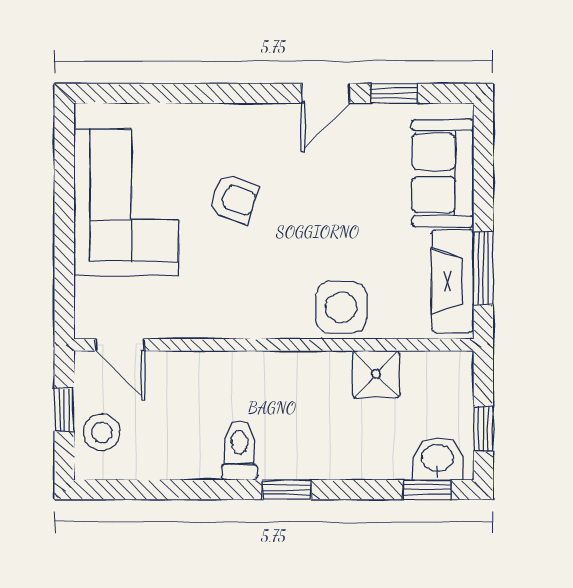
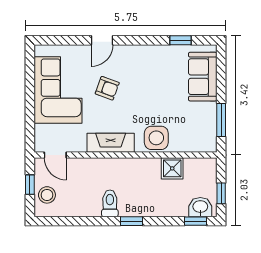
door: (326, 93) -> (102, 40), moved
fireplace: (453, 281) -> (111, 143), moved, turned 90

